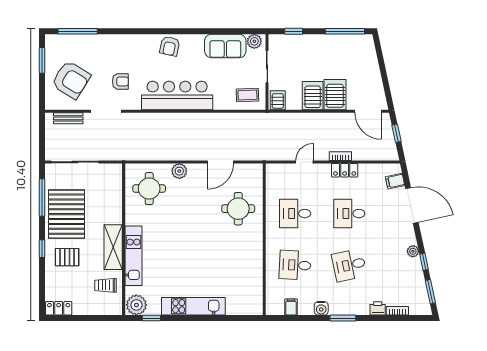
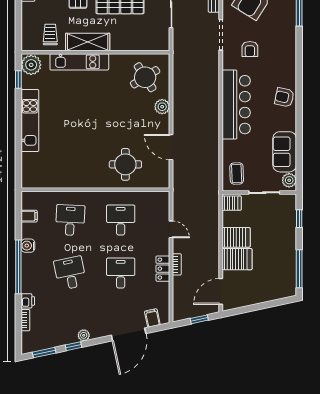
round table: (149, 189) -> (145, 77), turned -32
window: (343, 318) -> (18, 267), width x2.11

